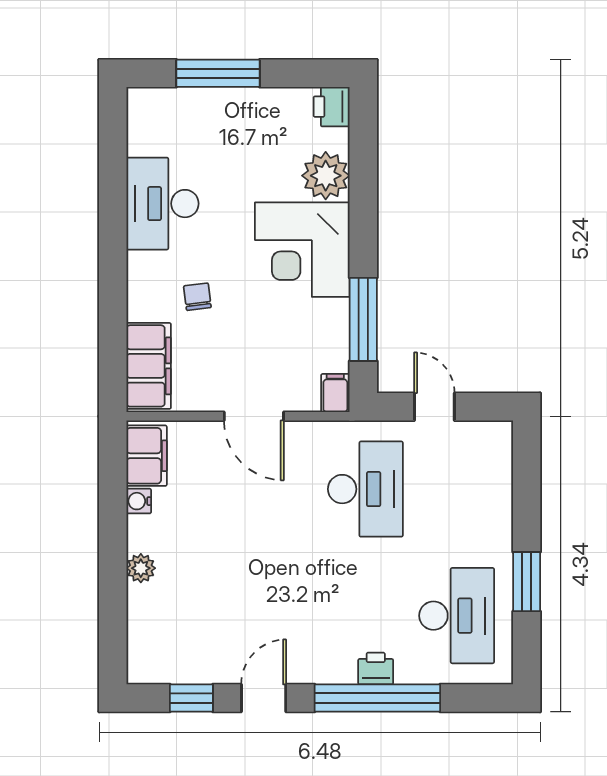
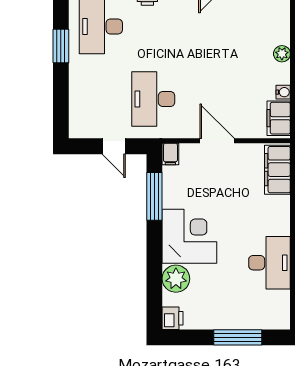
chair: (197, 297) -> (250, 209), removed

